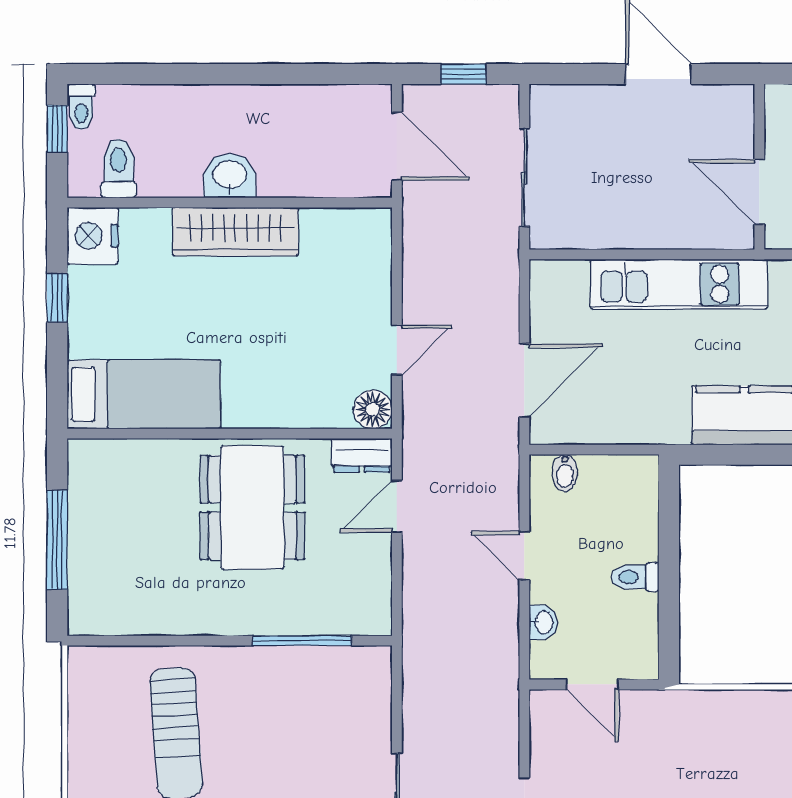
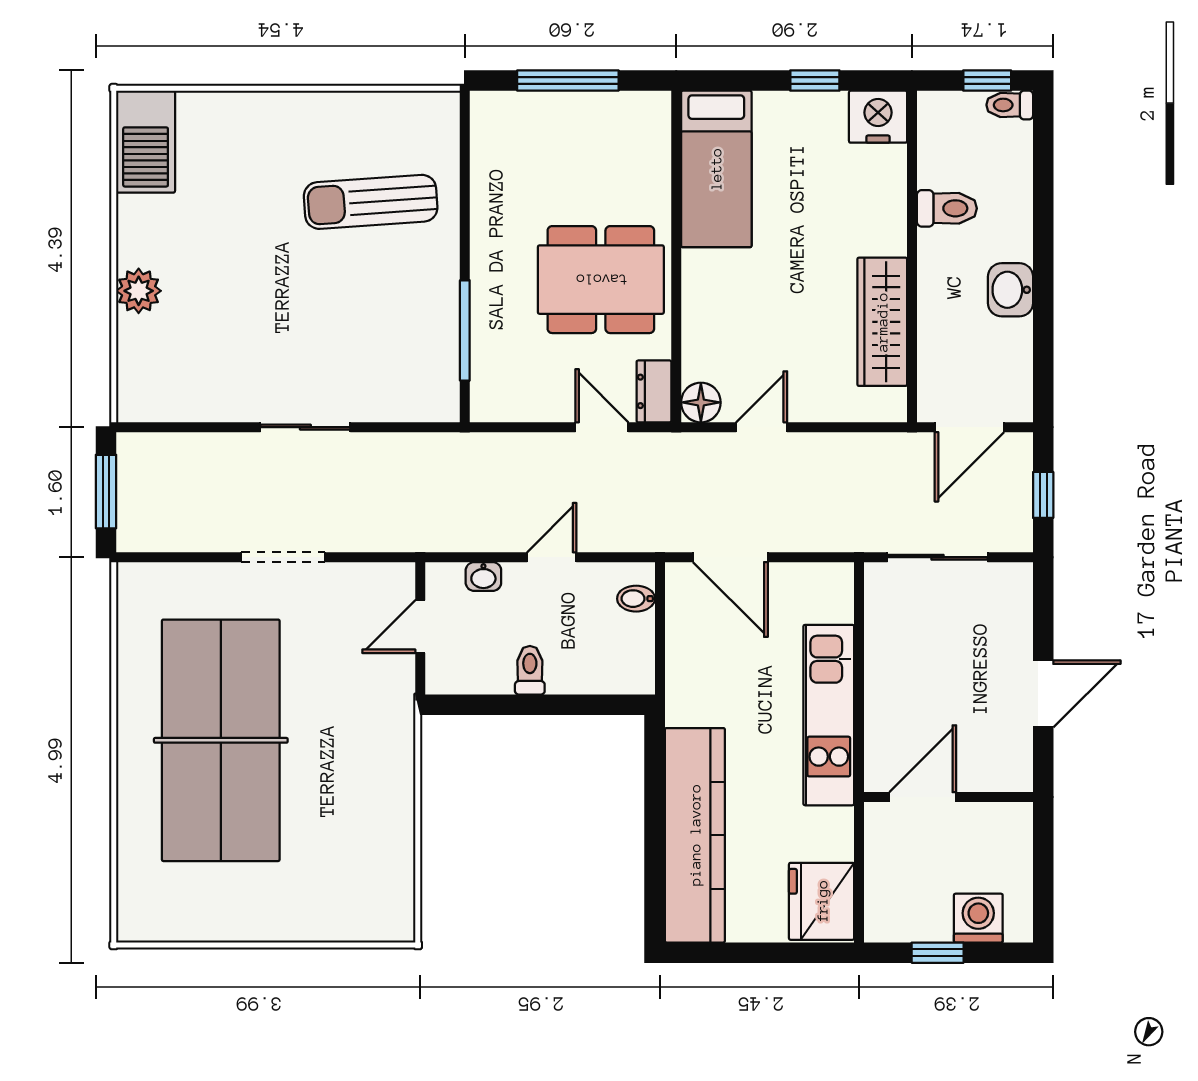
toilet: (119, 168) -> (947, 208), moved
washbasin: (230, 176) -> (1011, 290), moved, turned 180
wardrobe: (235, 232) -> (882, 322), moved
door: (397, 350) -> (762, 427), swing flipped

